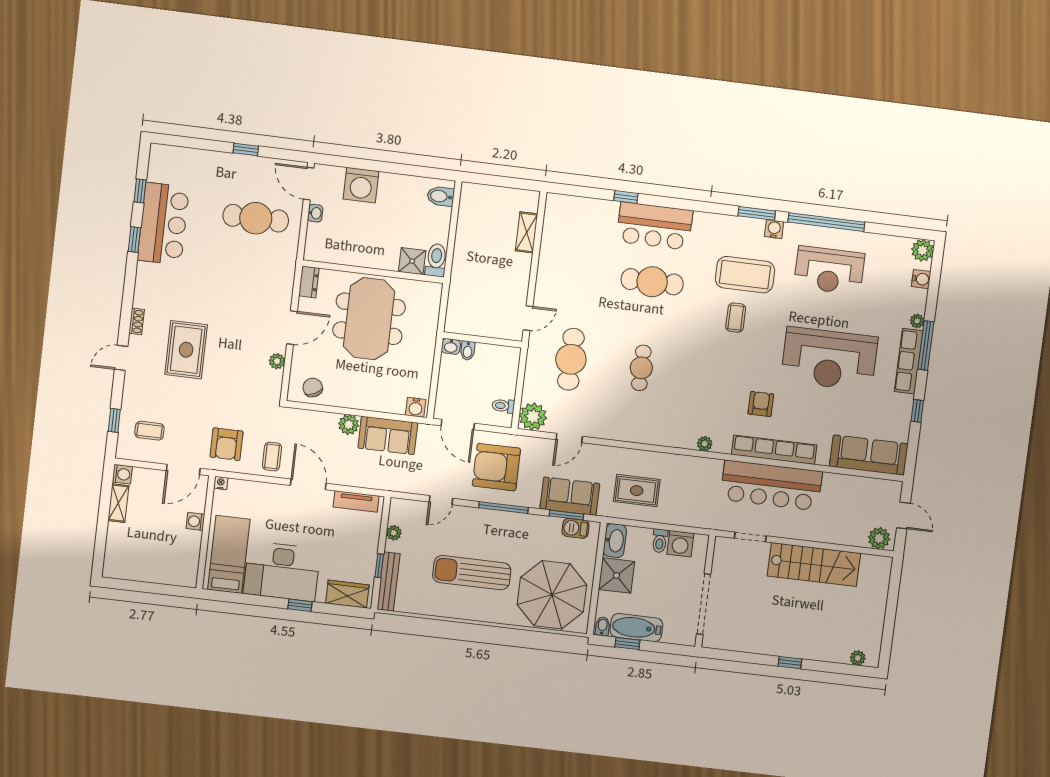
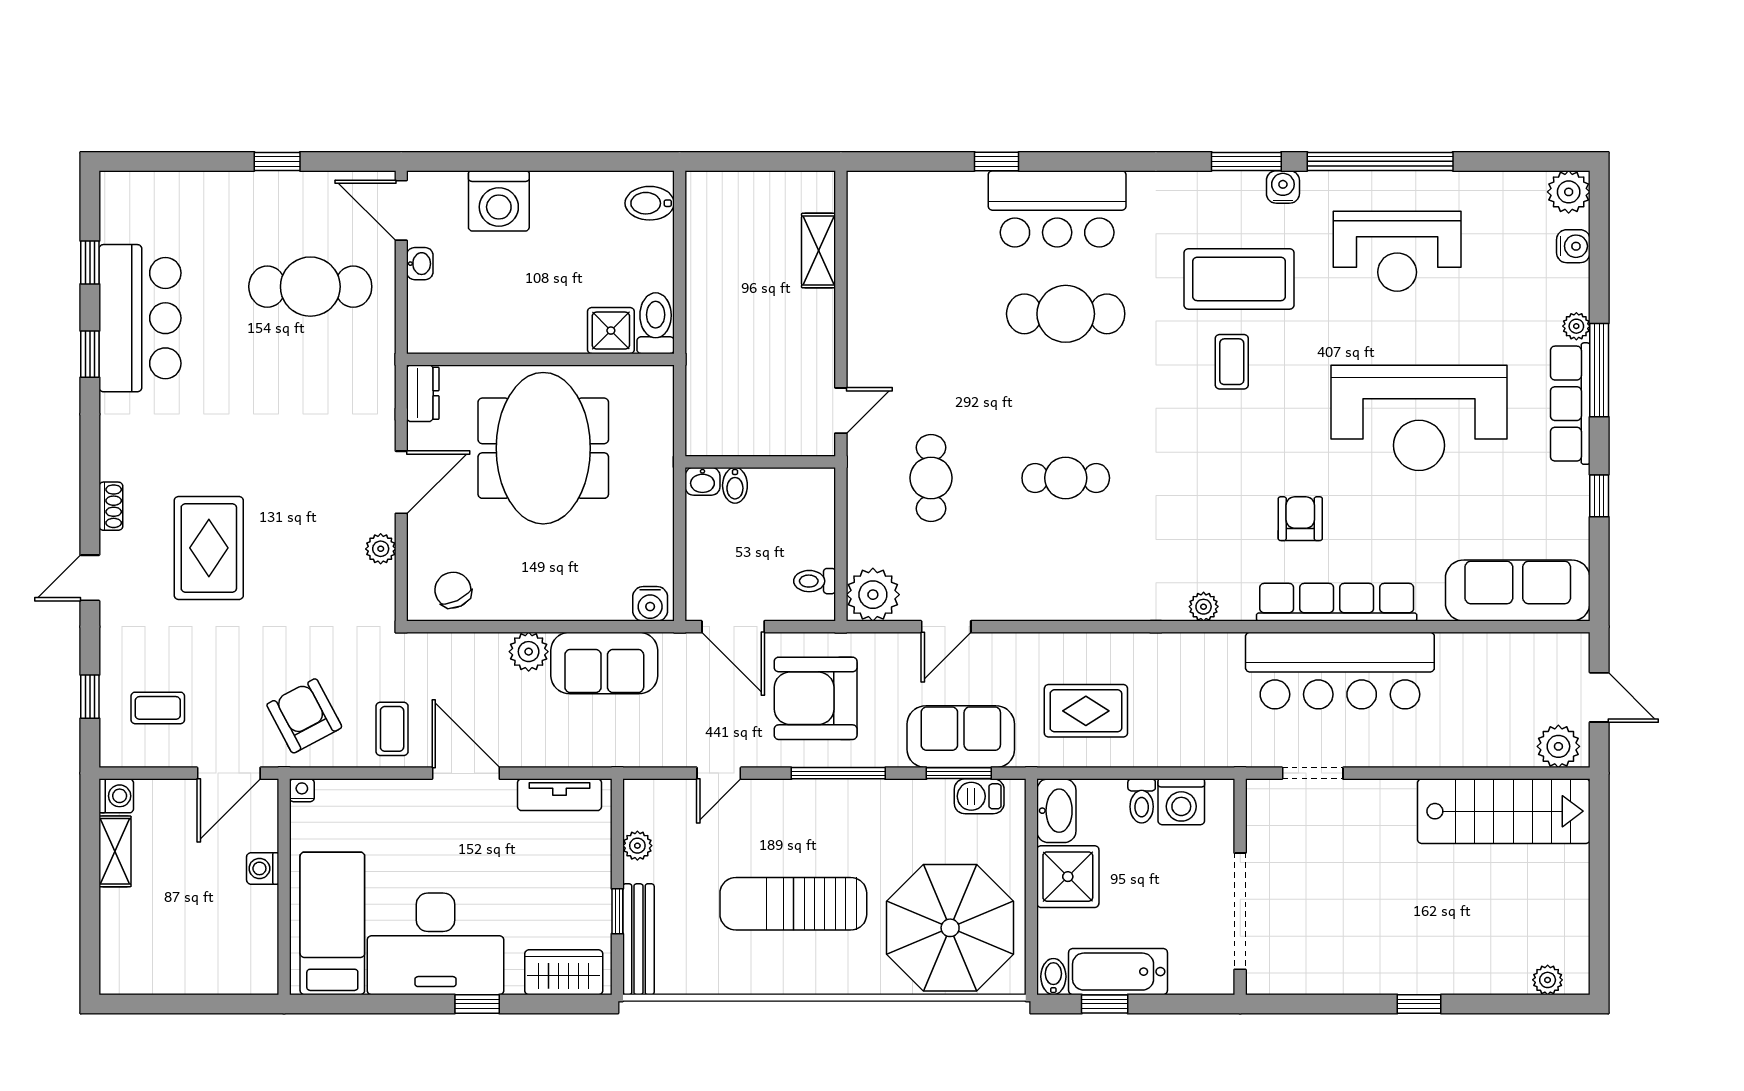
cafe table: (571, 359) -> (931, 478), width x0.73, depth x0.74
cafe table: (641, 368) -> (1066, 478), turned 90
armchair: (227, 444) -> (304, 716), turned 152
stairs: (814, 565) -> (1504, 811), moved

